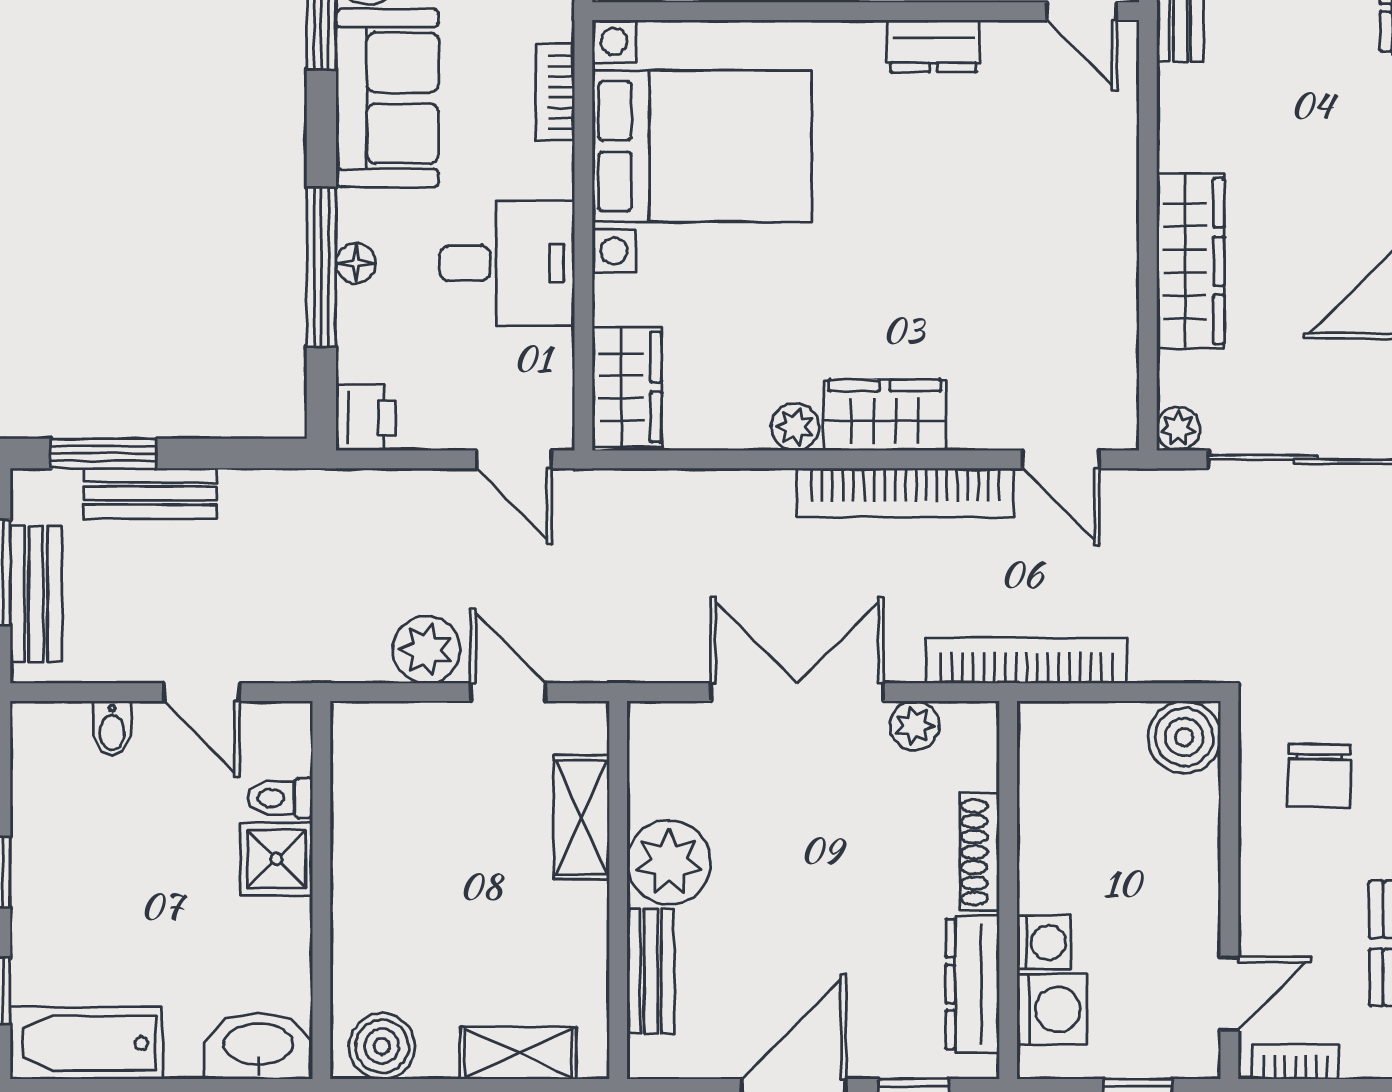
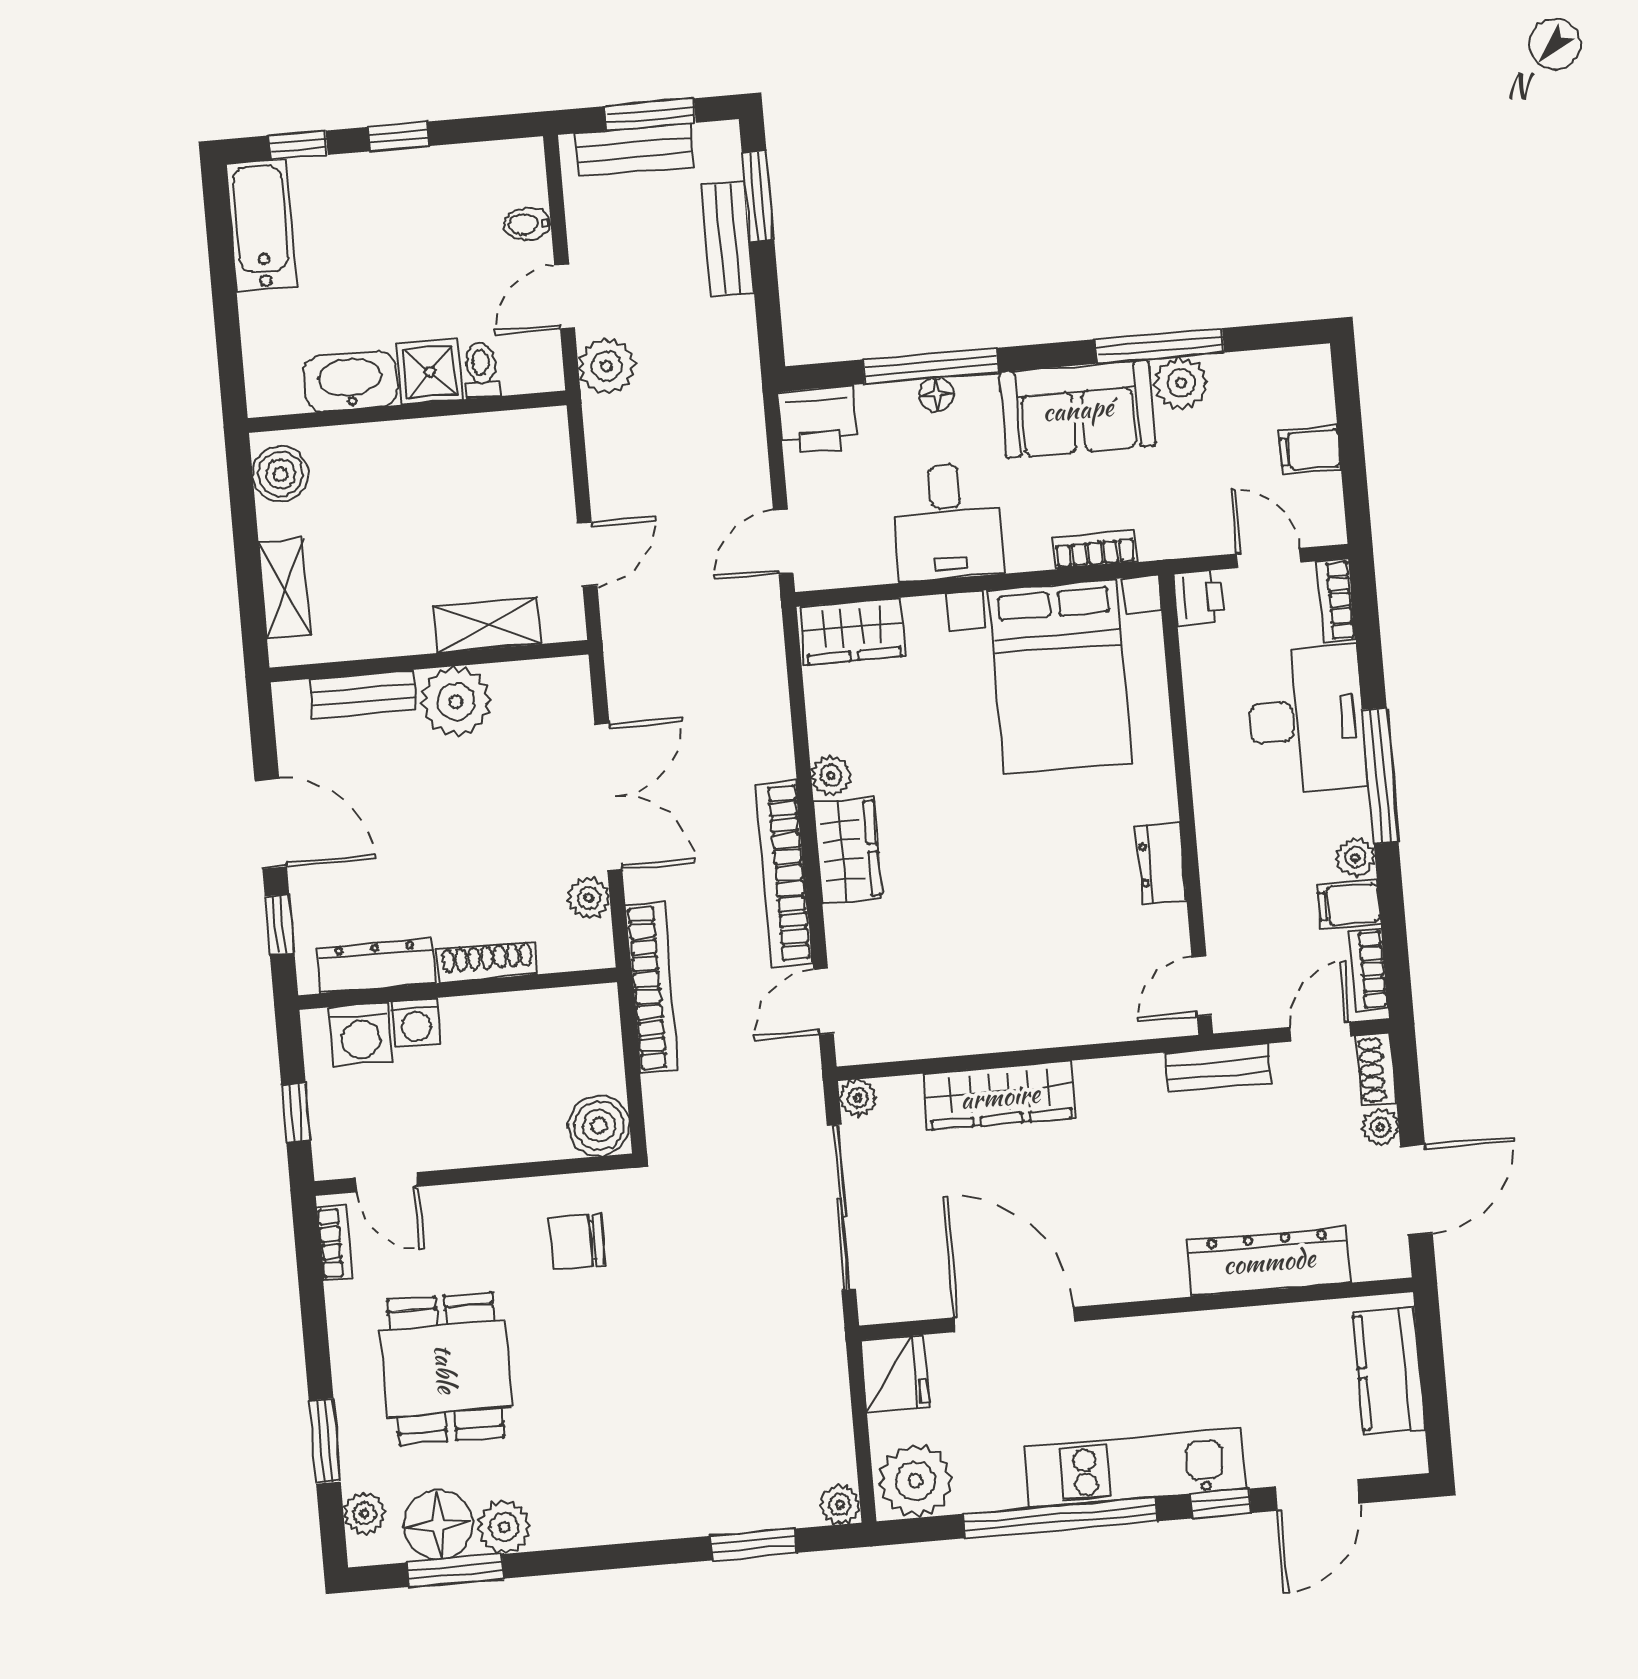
printer: (366, 418) -> (818, 420), width x1.36, depth x1.24
plant: (426, 650) -> (607, 366), moved
washbasin: (258, 1046) -> (350, 381), moved, turned -90

